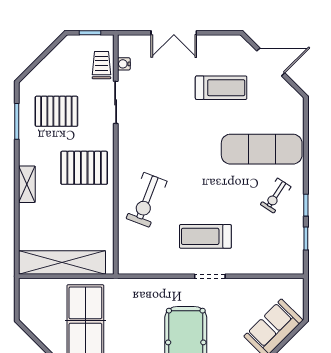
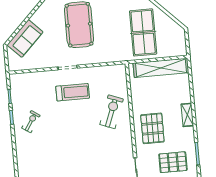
exercise mat: (262, 149) -> (42, 150), removed
pallet: (84, 168) -> (152, 128), turned 90

